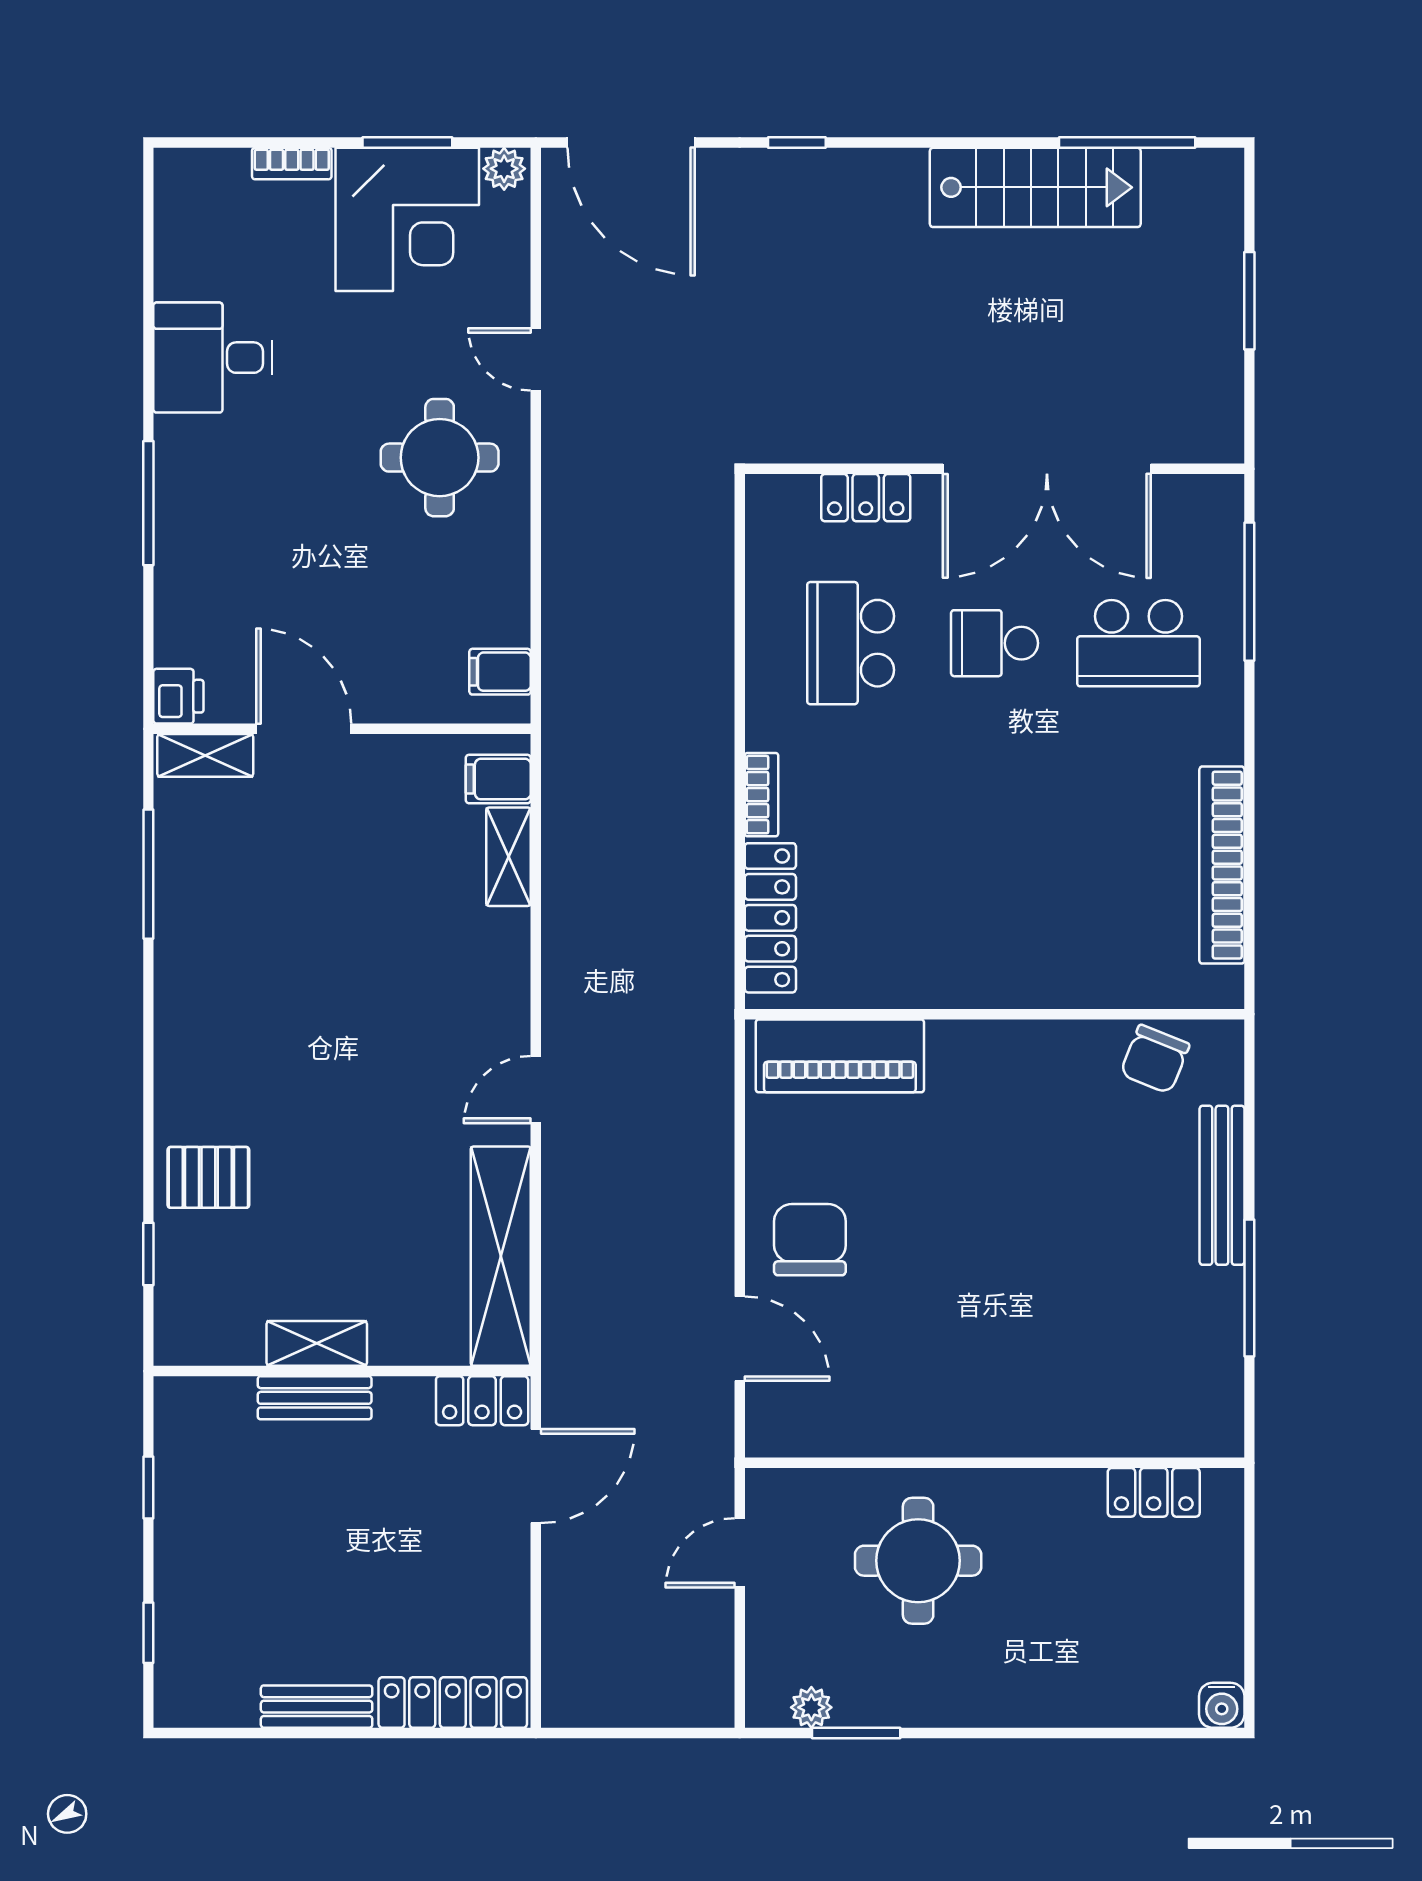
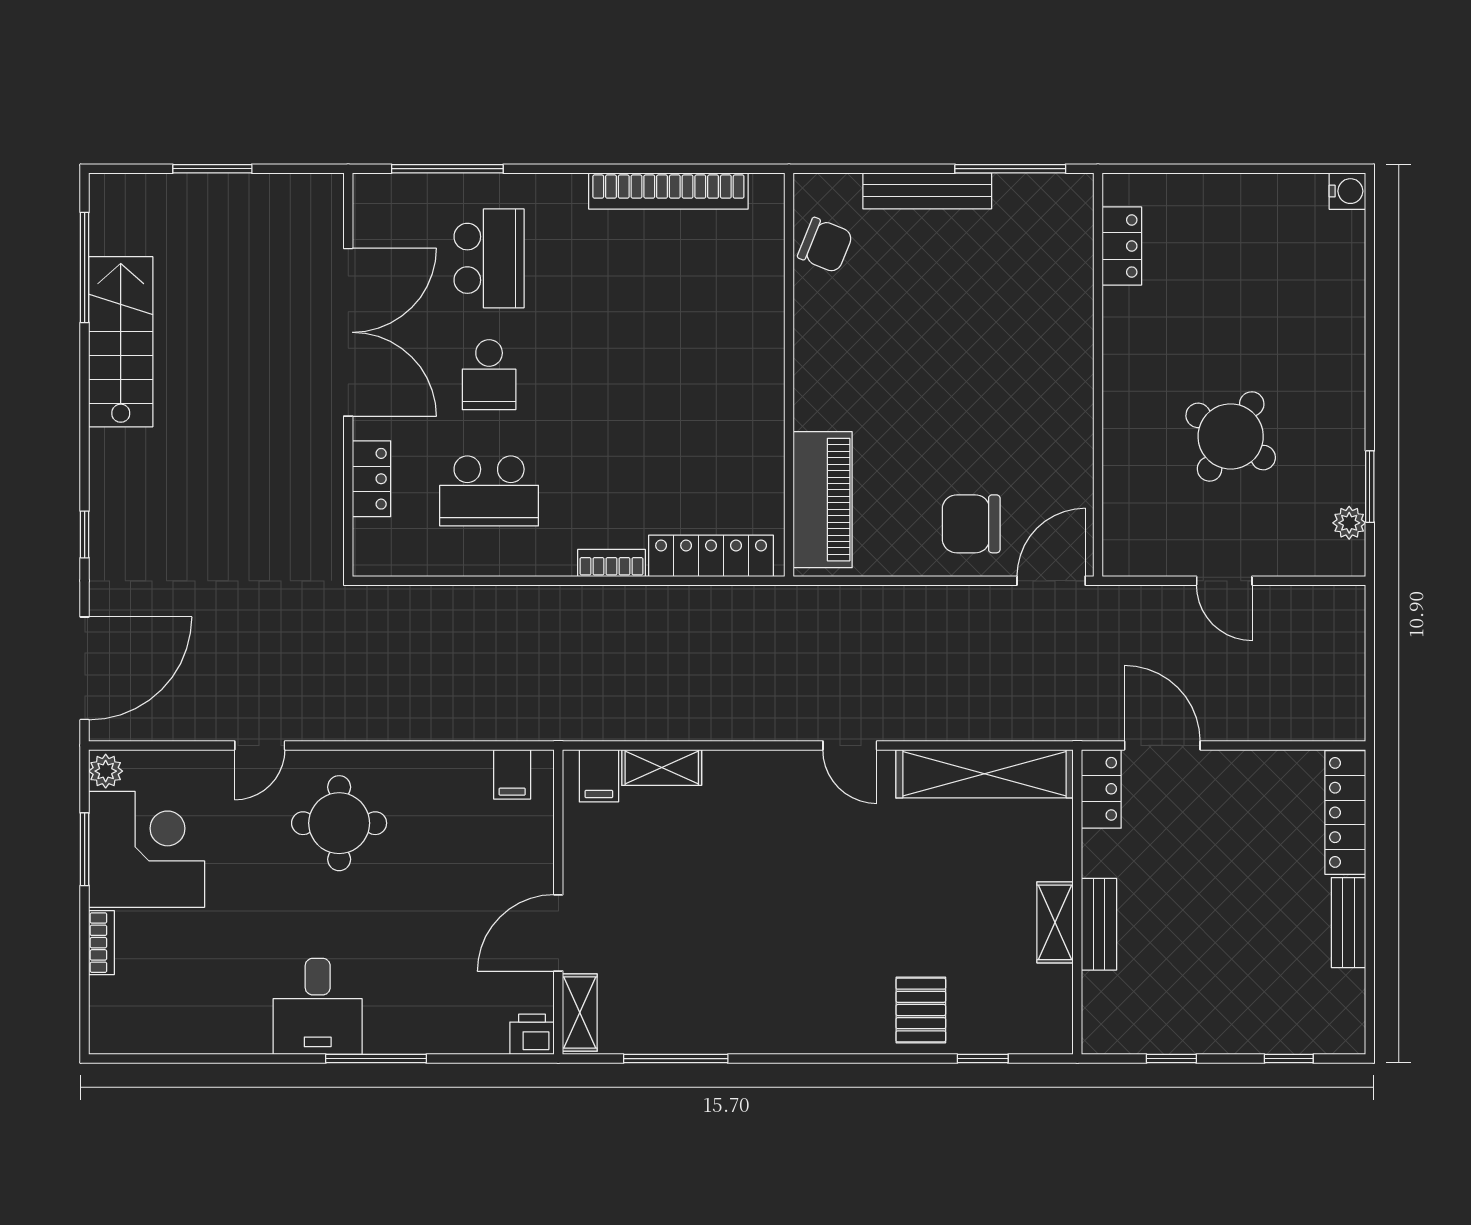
desk: (213, 358) -> (318, 1006), moved
wall: (995, 1463) -> (1098, 375), moved
locker: (1154, 1492) -> (1122, 246), moved
round table: (918, 1561) -> (1231, 436), turned 33

